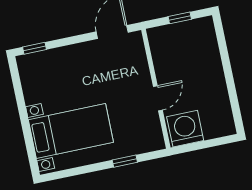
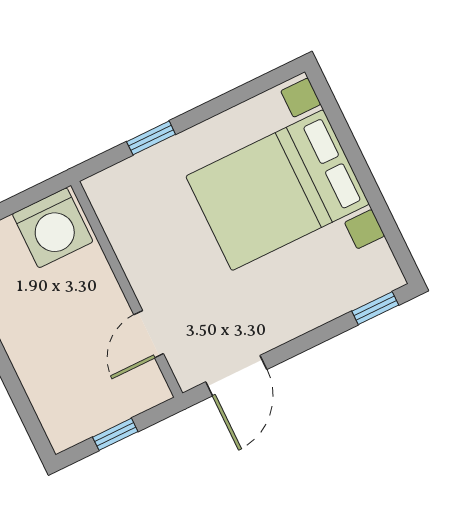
door: (158, 98) -> (149, 334), moved
bed with nightstands: (71, 131) -> (278, 190), width x1.36

